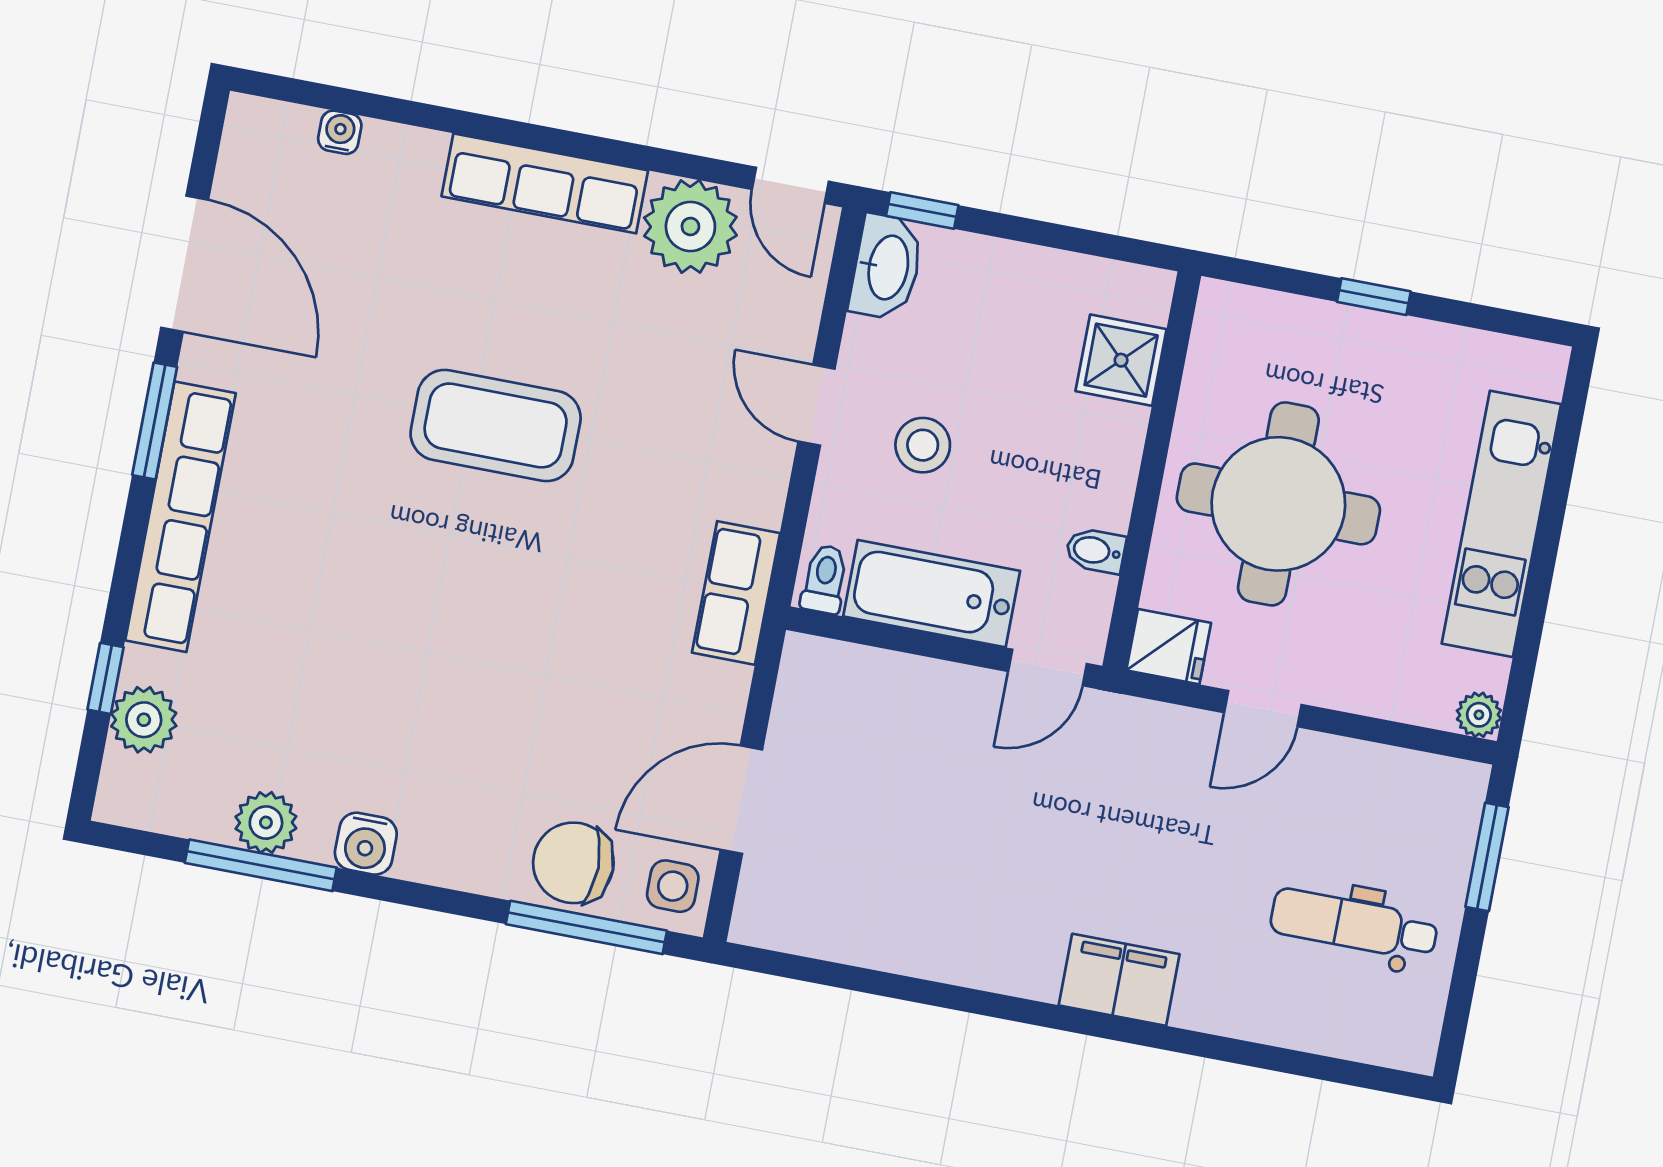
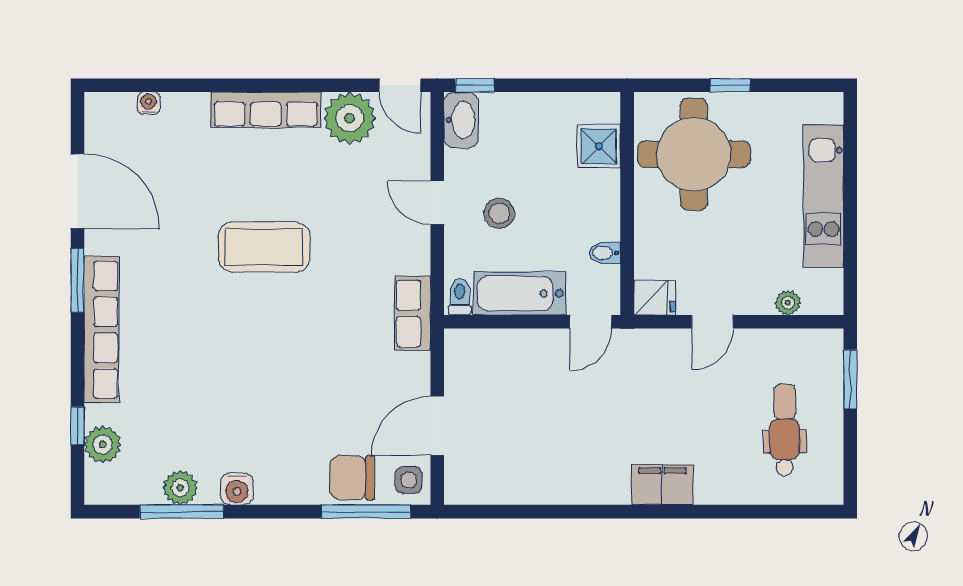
round table: (1278, 504) -> (694, 154), moved
plant: (1479, 715) -> (788, 303), moved
dental chair: (1354, 924) -> (785, 430), turned 90

